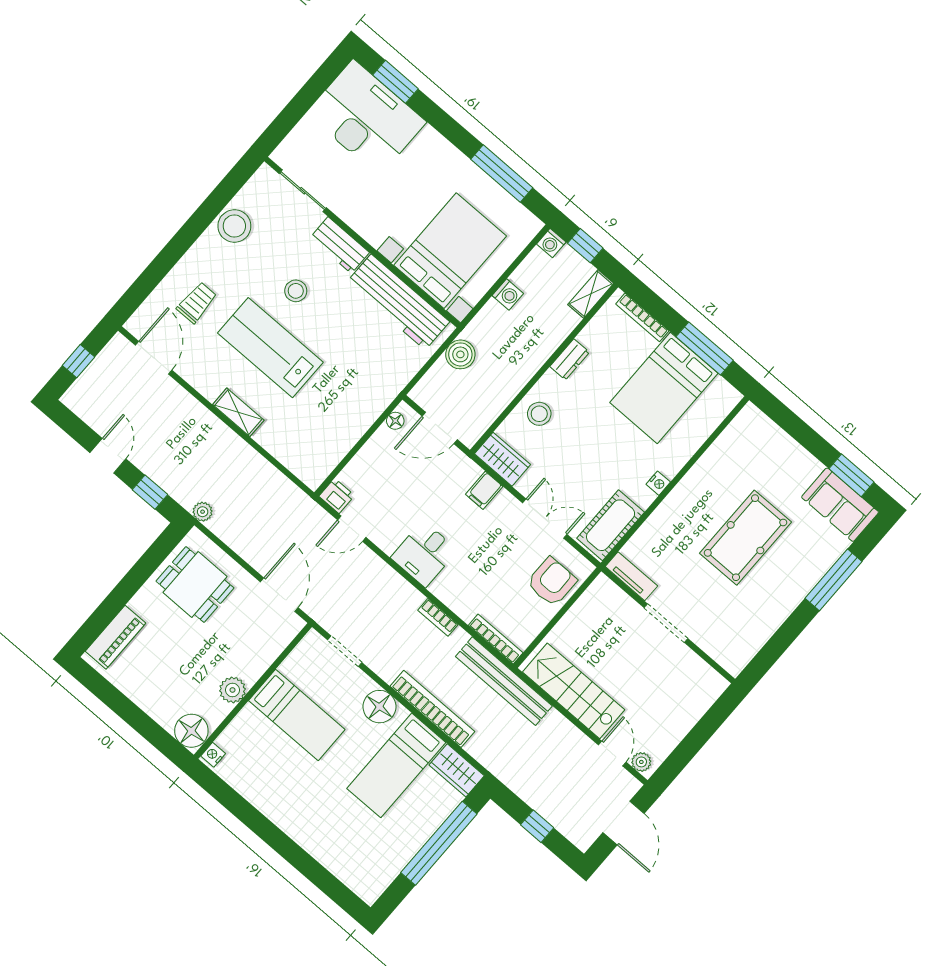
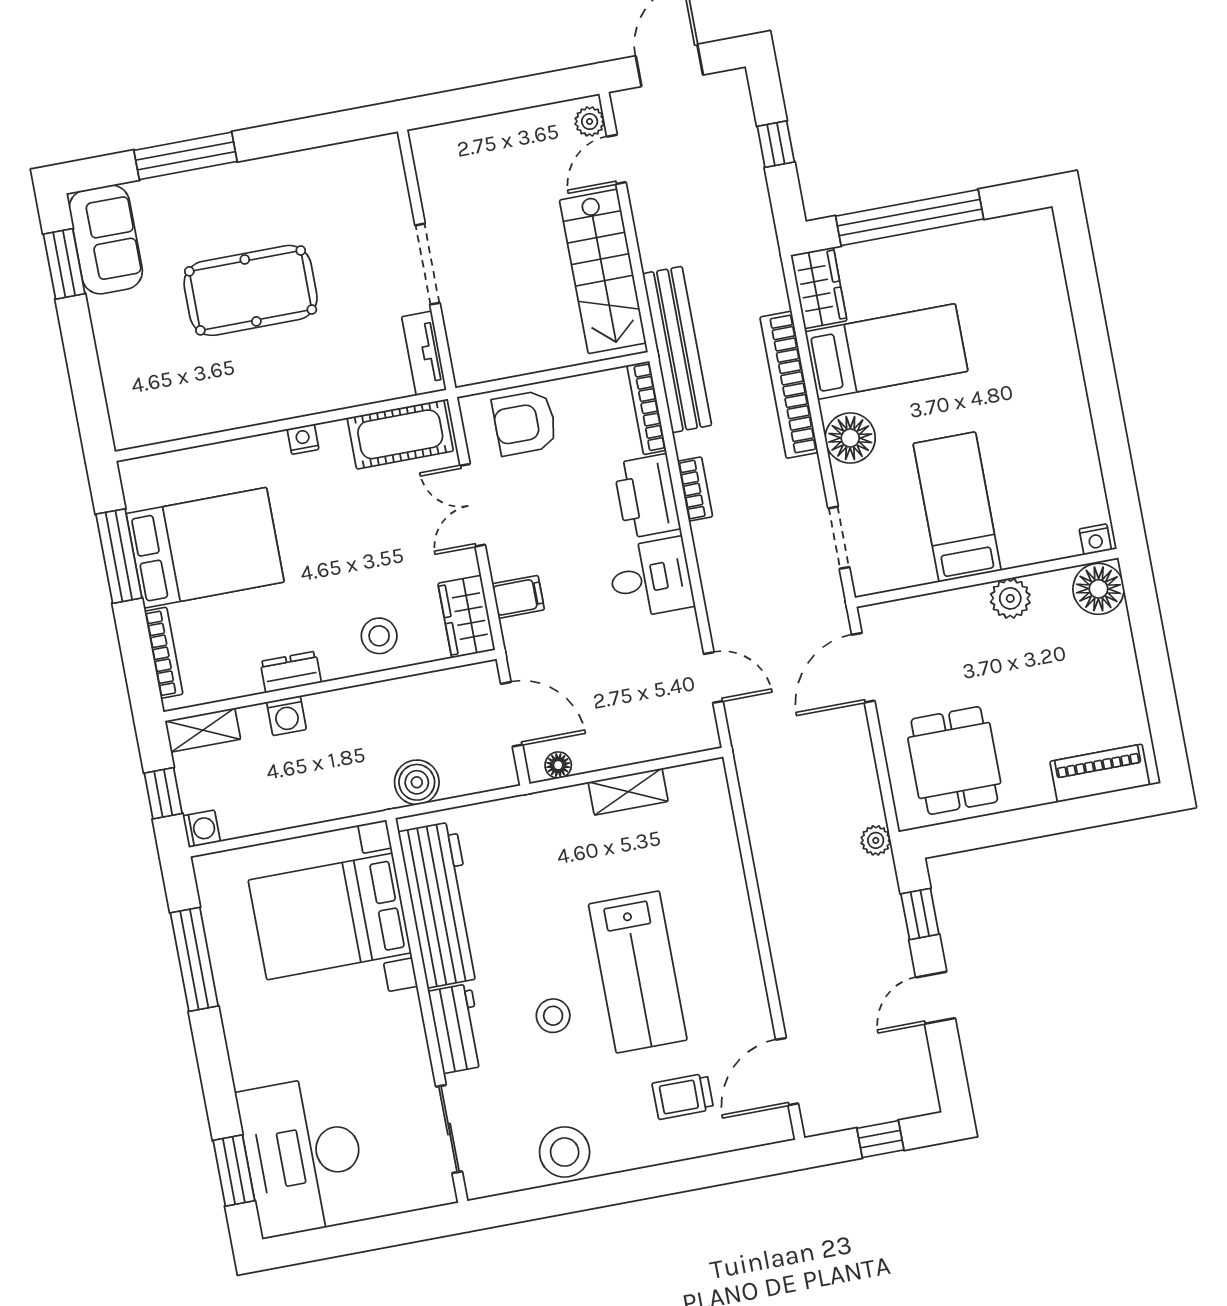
washing machine: (508, 294) -> (286, 716), moved, turned 180
shelving: (238, 412) -> (628, 792), moved, turned 90
printer: (337, 496) -> (647, 496), moved, width x1.87, depth x1.48

